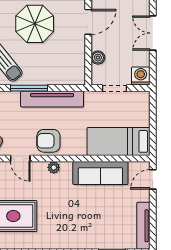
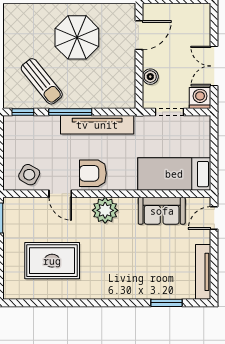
double door: (153, 33) -> (214, 66), moved
plant: (54, 167) -> (105, 210), width x1.87, depth x1.87
sofa: (100, 173) -> (162, 211), width x0.73

